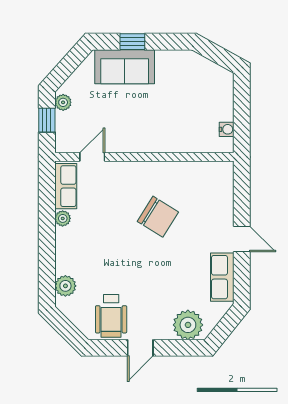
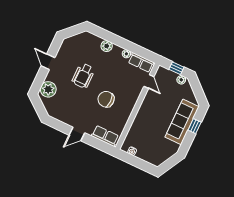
sofa: (125, 67) -> (182, 122), width x1.36
chair: (158, 217) -> (106, 99), turned 58
row of seats: (222, 277) -> (105, 136), moved
plant: (65, 286) -> (107, 46), moved
wheelchair: (111, 316) -> (83, 76), moved, turned -90

